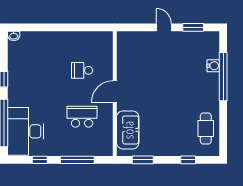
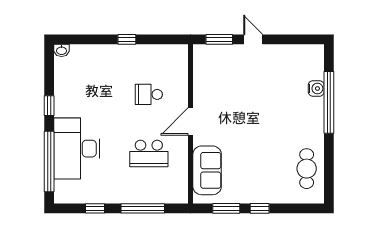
window: (65, 27) -> (127, 39), added
window: (193, 27) -> (219, 39), moved
school desk: (82, 117) -> (149, 154), turned 180
desk: (26, 131) -> (77, 149), moved
window: (188, 160) -> (260, 208), moved

